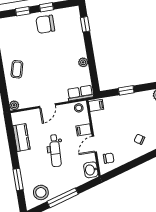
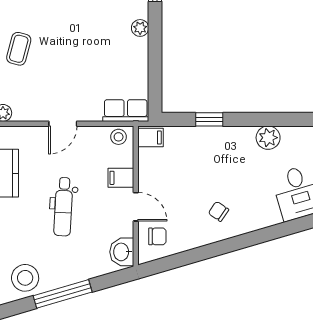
plant: (83, 62) -> (140, 28), moved
door: (94, 144) -> (136, 207), swing flipped

